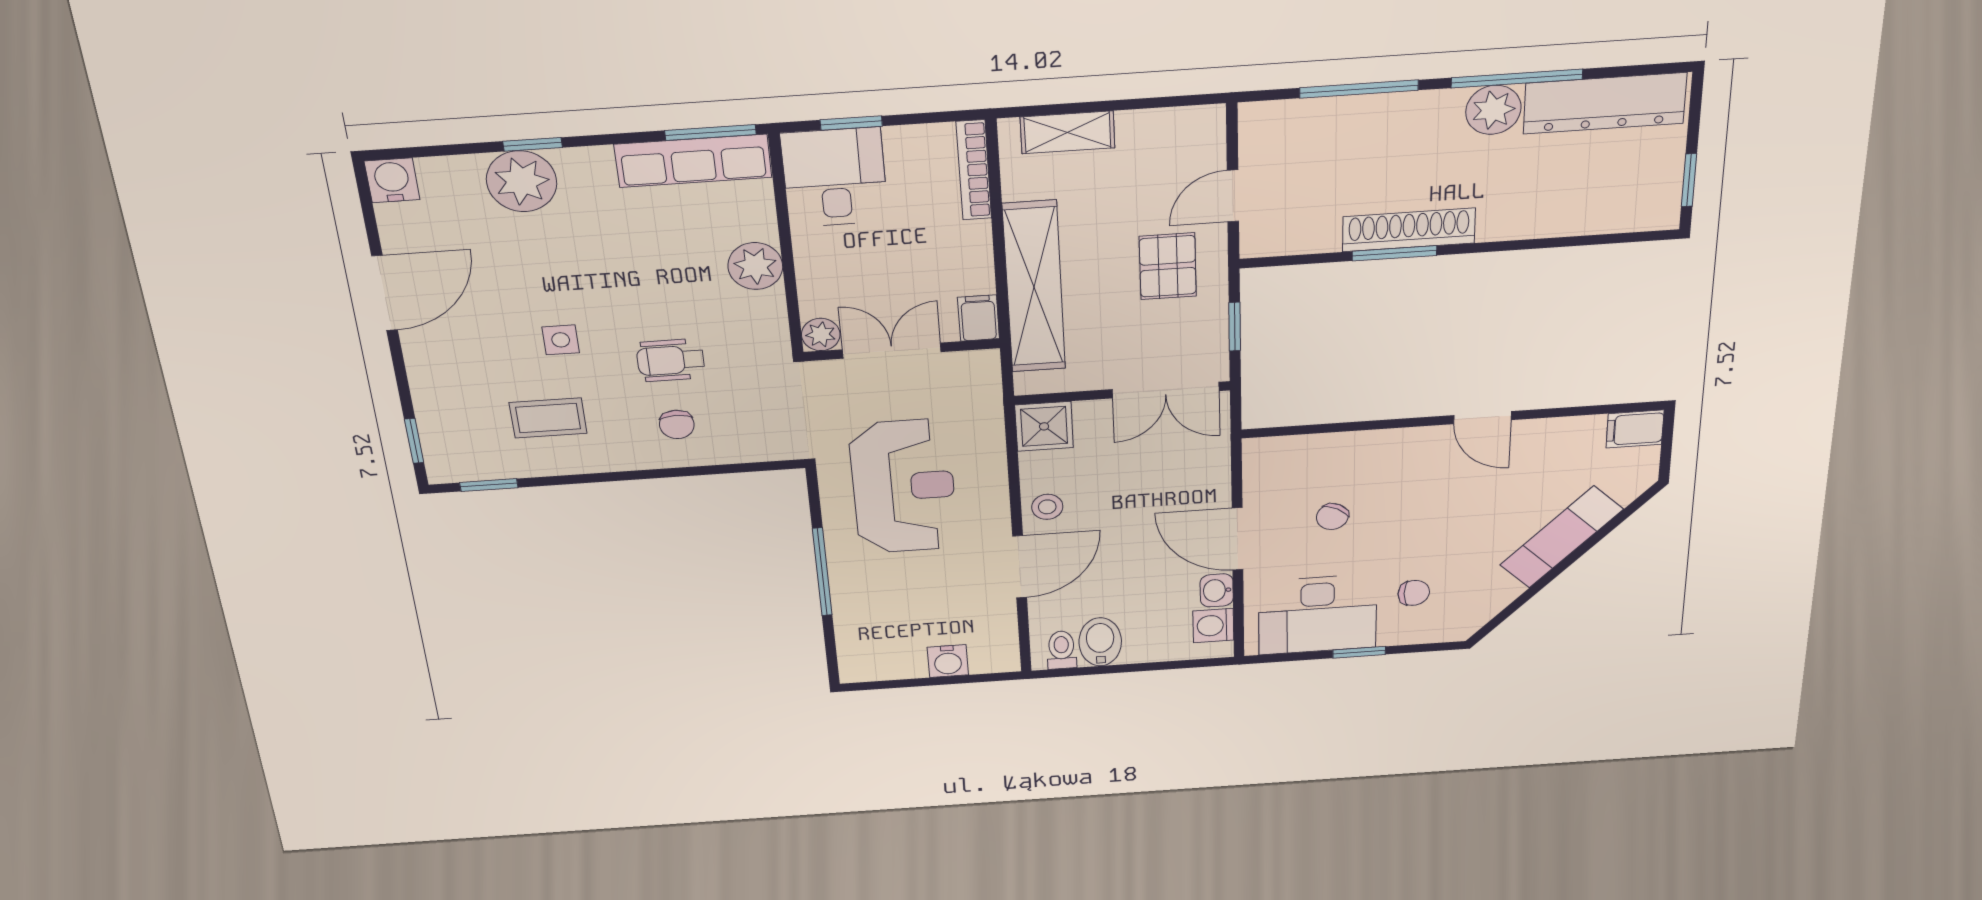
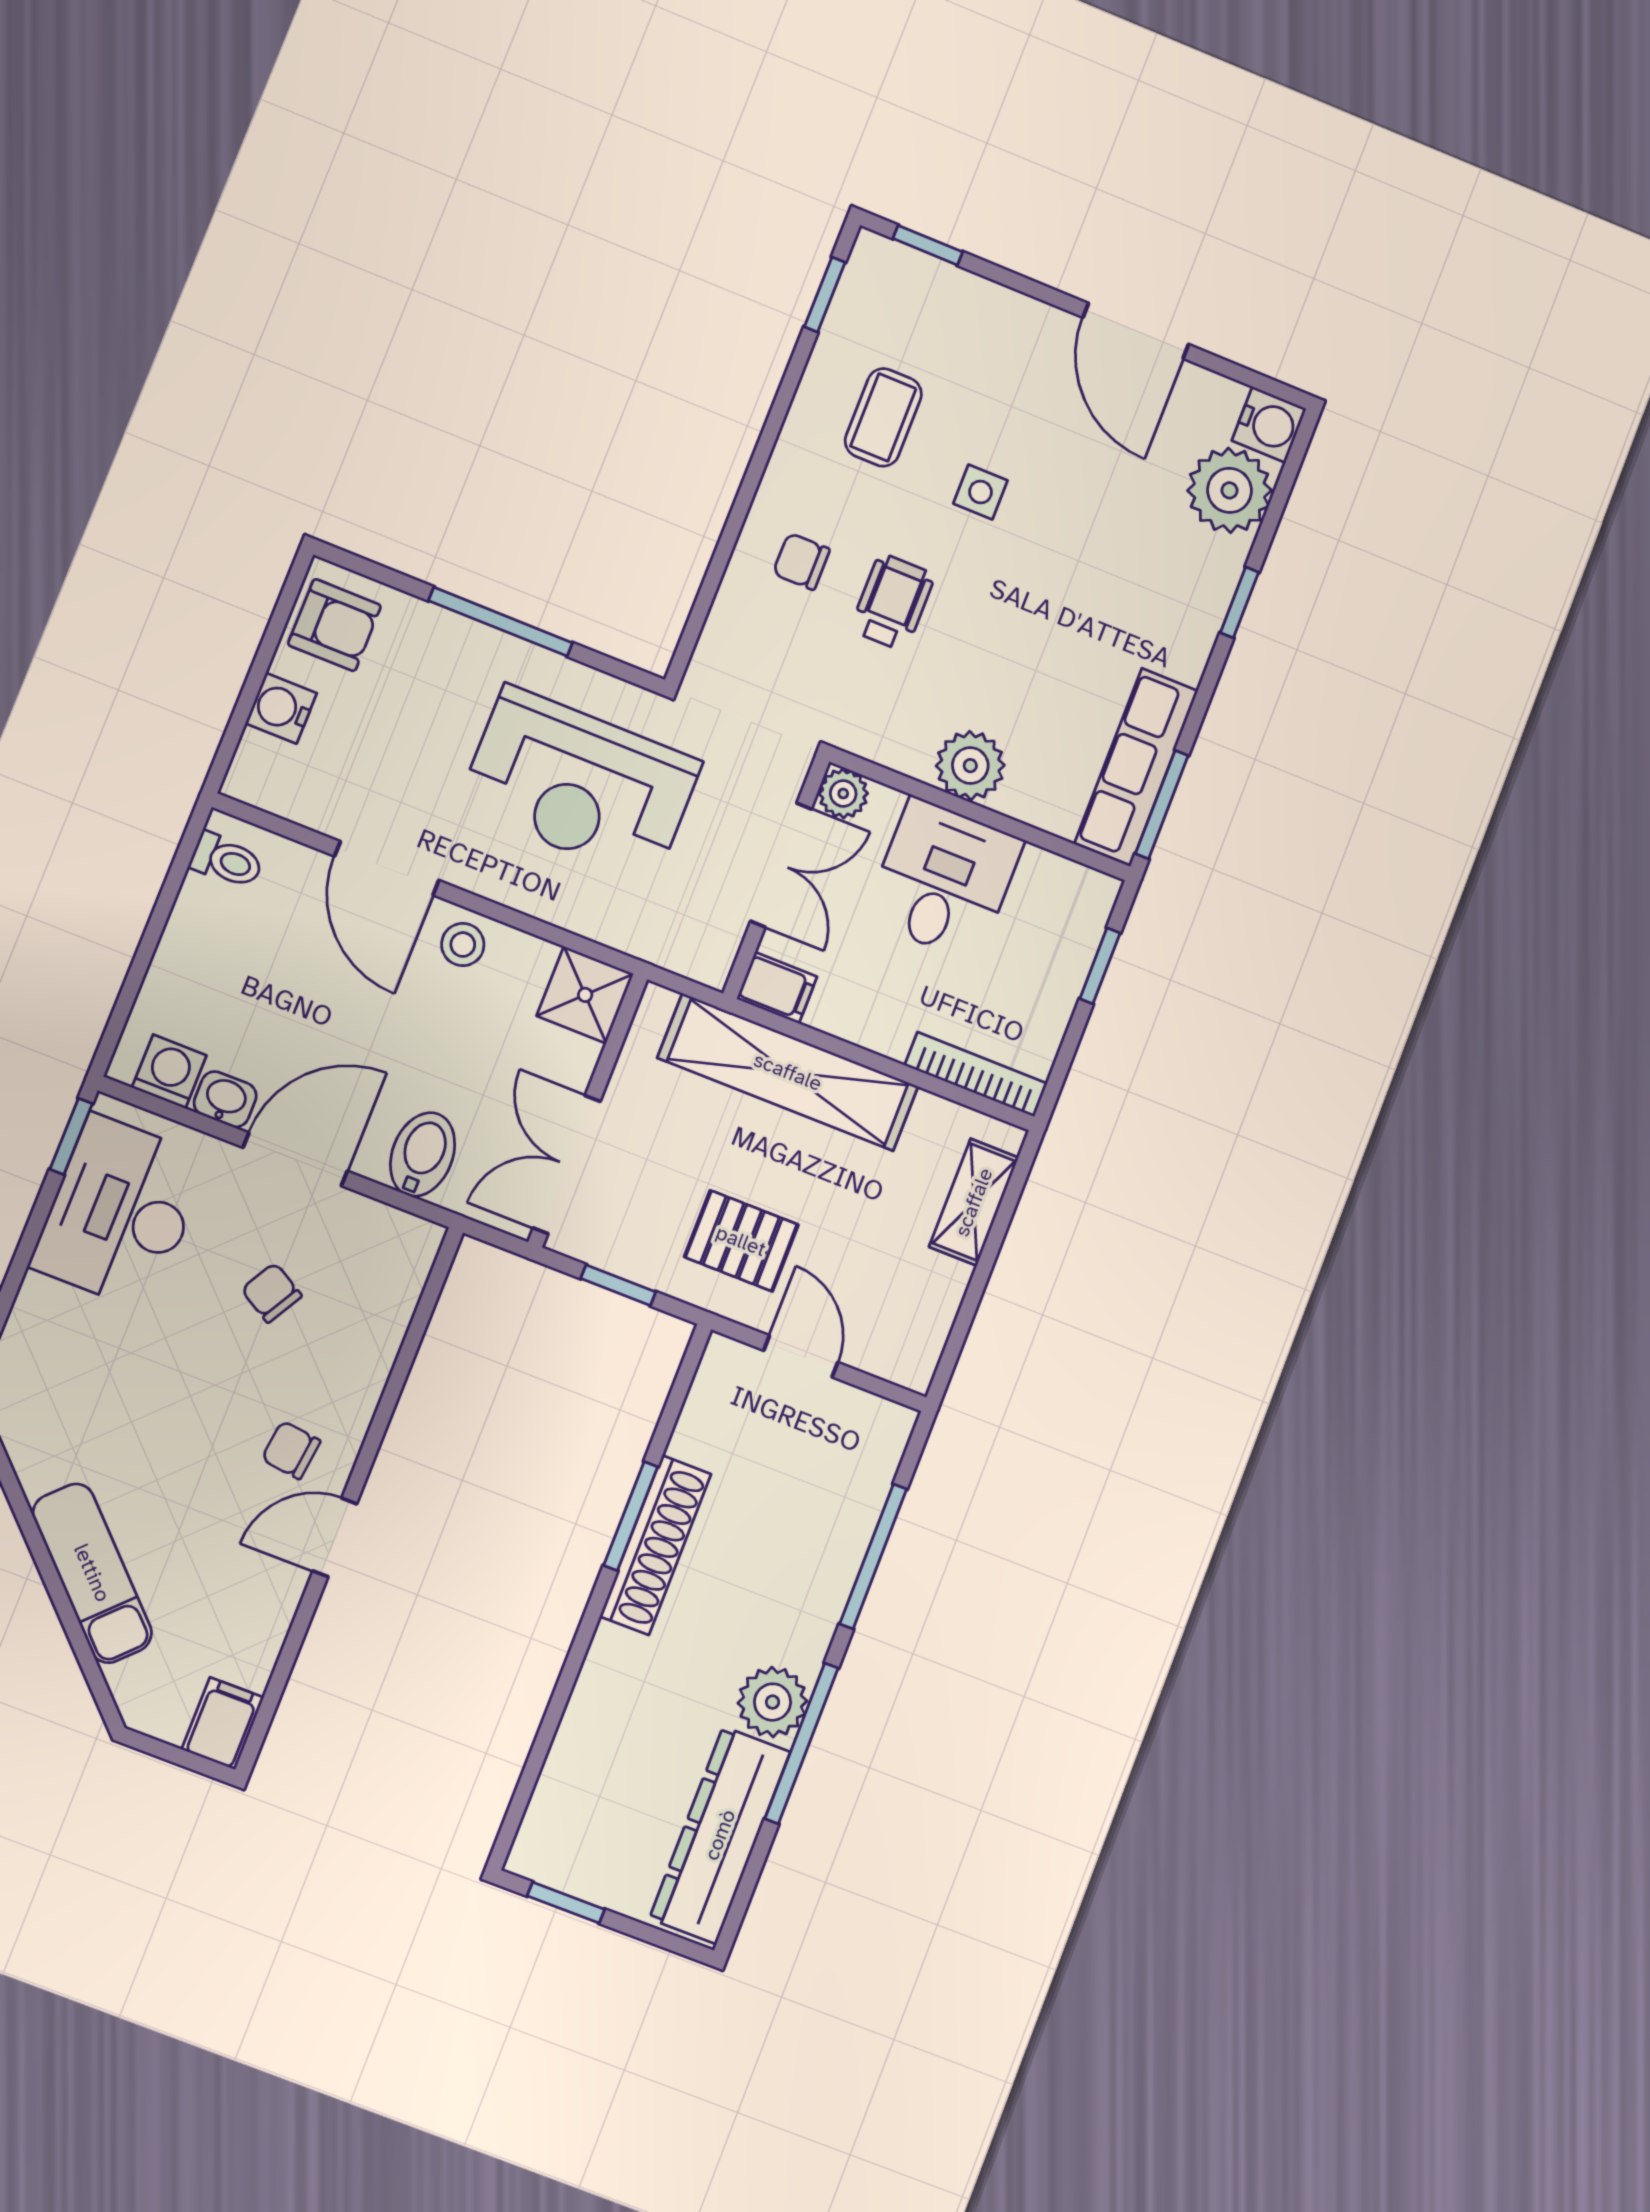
desk: (835, 177) -> (944, 880), moved, turned -90
plant: (522, 181) -> (1229, 490), moved
chair: (1414, 593) -> (291, 1450), moved, turned 97
bidet: (1100, 642) -> (423, 1154), moved, turned -90
window: (1359, 652) -> (71, 1136), moved
armchair: (878, 656) -> (334, 625), added

